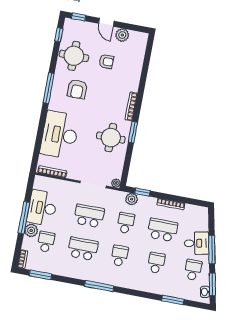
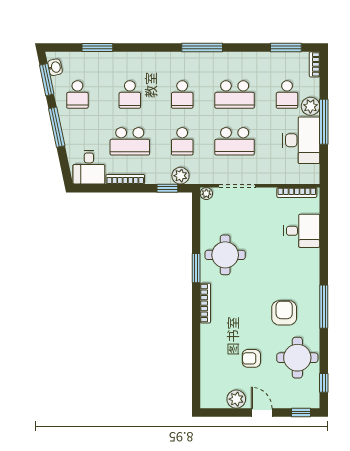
desk: (60, 135) -> (302, 231), width x0.53, depth x0.77
desk: (197, 243) -> (89, 167), moved, turned -78

